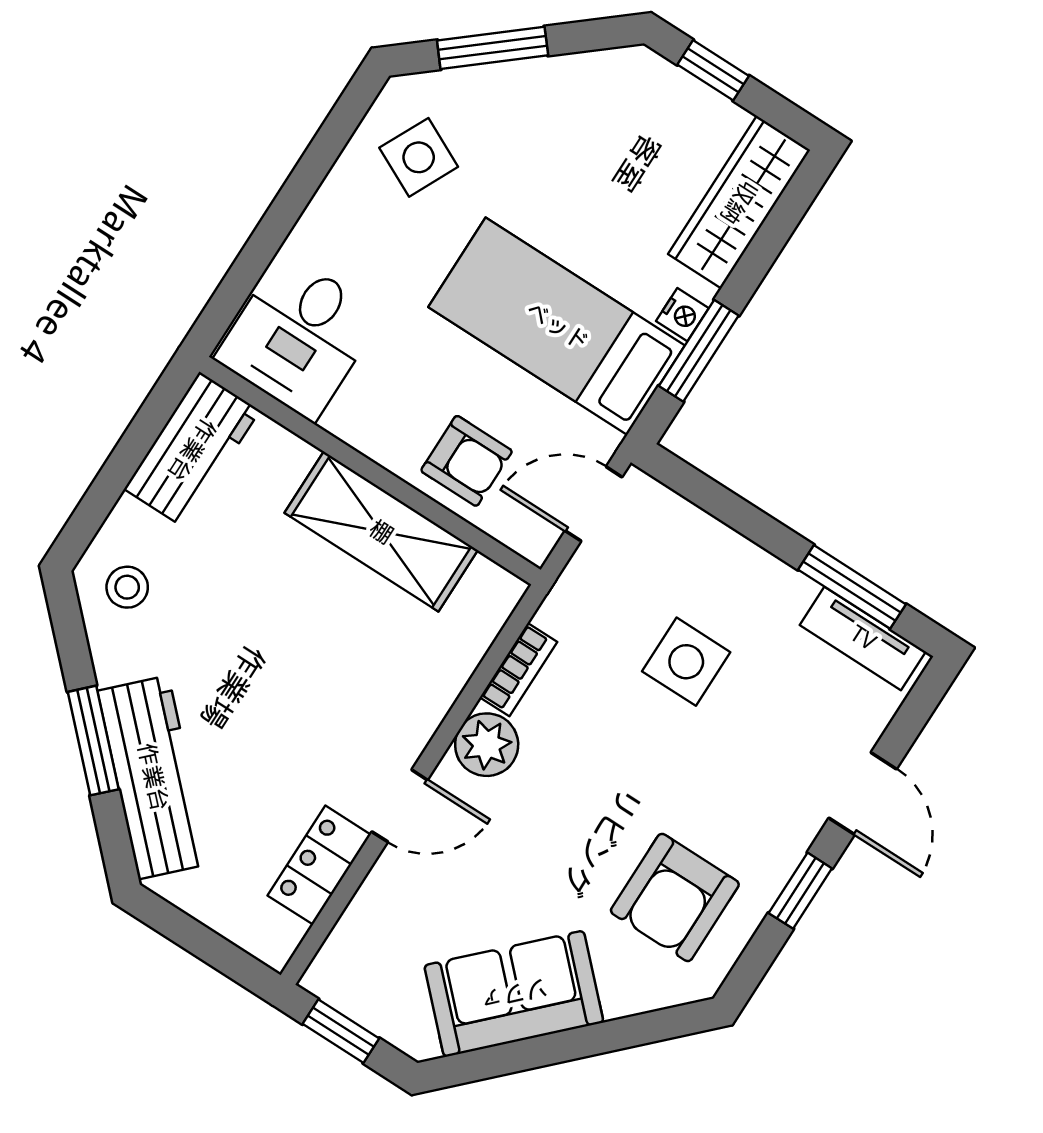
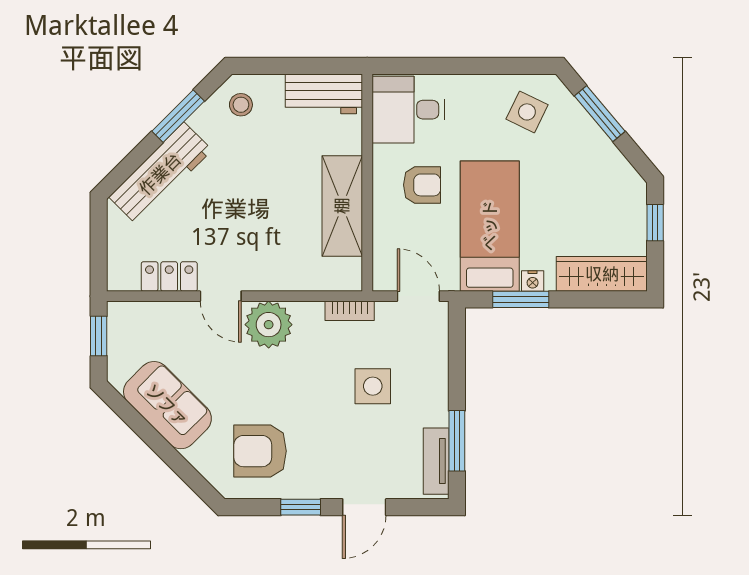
armchair: (467, 461) -> (422, 185), moved, turned -90
bookcase: (518, 670) -> (350, 311), moved
window: (93, 741) -> (178, 116), moved
plant: (487, 745) -> (269, 325), width x1.36, depth x1.36

